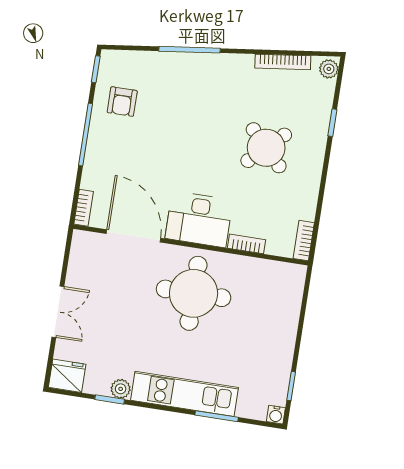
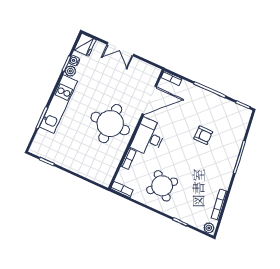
armchair: (122, 102) -> (203, 135), moved, turned 180
round table: (266, 148) -> (162, 186), moved
water cooler: (276, 415) -> (74, 61), moved

